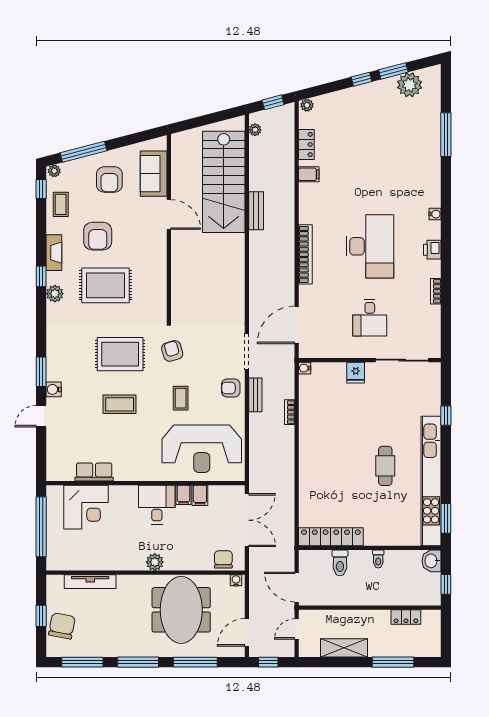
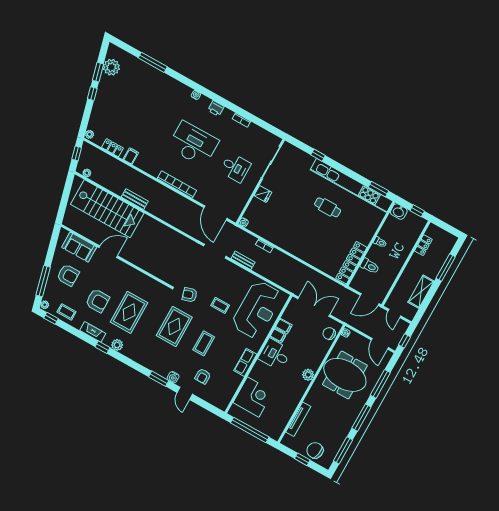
armchair: (231, 388) -> (203, 376), moved
row of seats: (94, 472) -> (245, 362), moved

